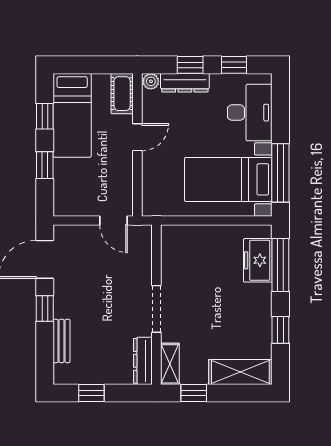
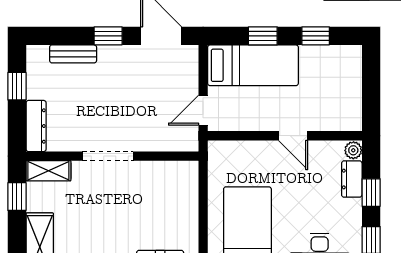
dresser: (185, 83) -> (352, 179), width x0.70
cot: (122, 94) -> (340, 119), removed
bed: (72, 115) -> (253, 65), moved, turned 180
dresser: (143, 361) -> (36, 126), moved, turned 90

